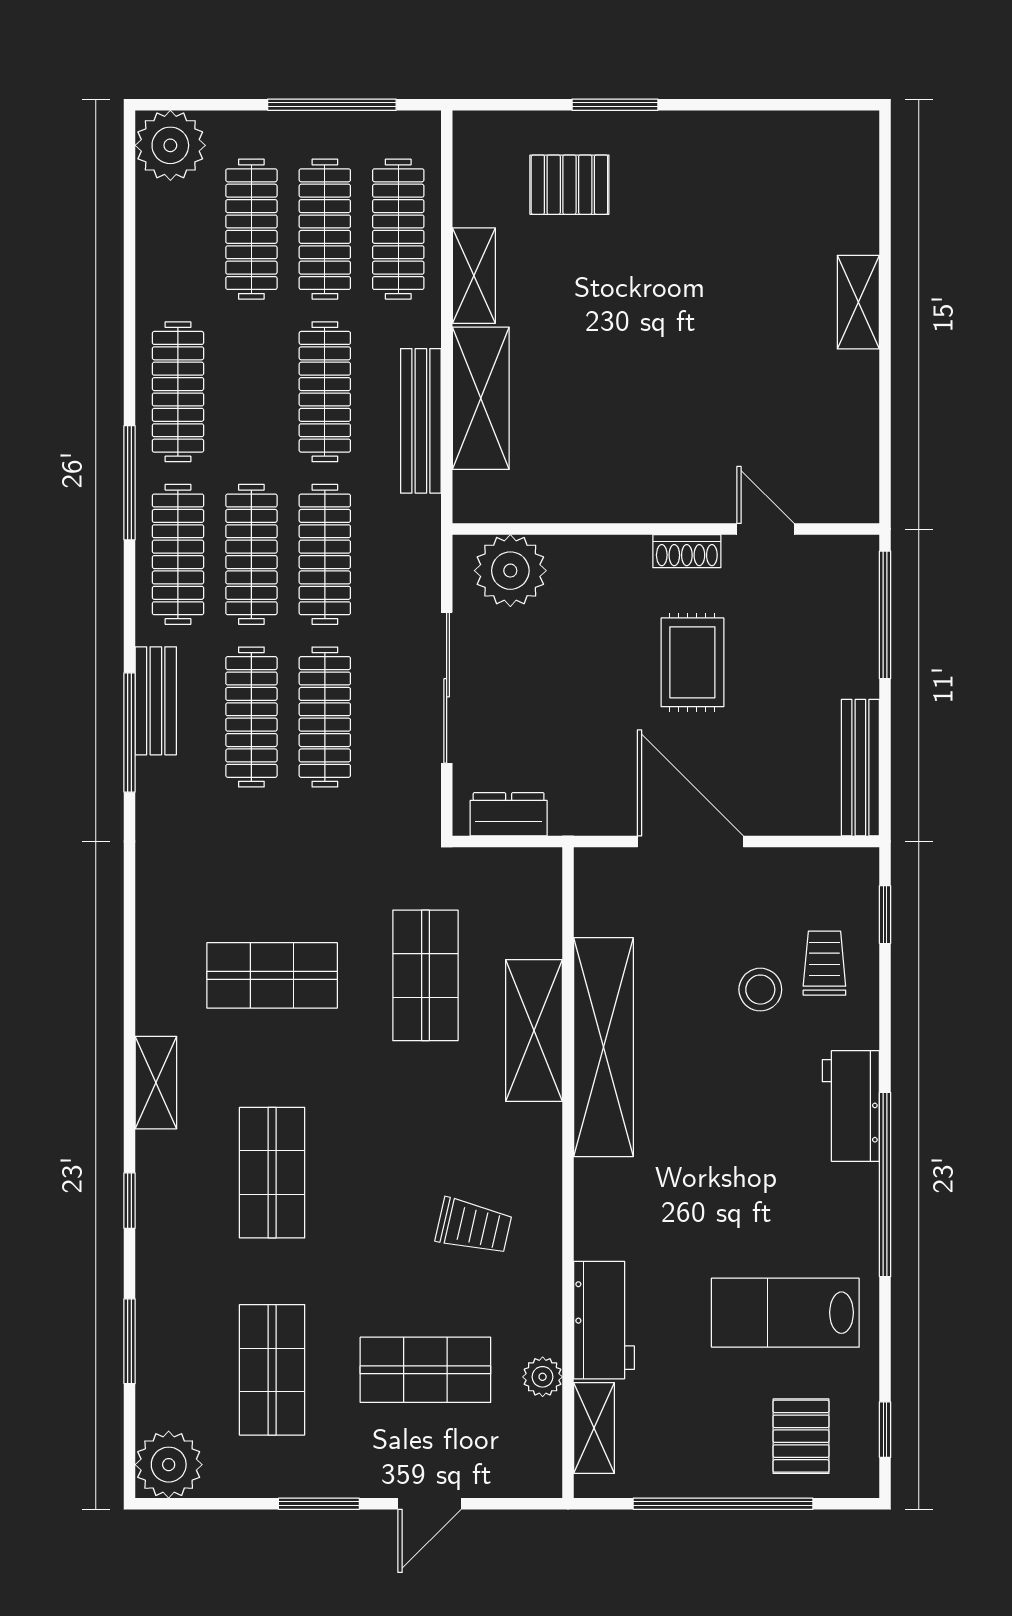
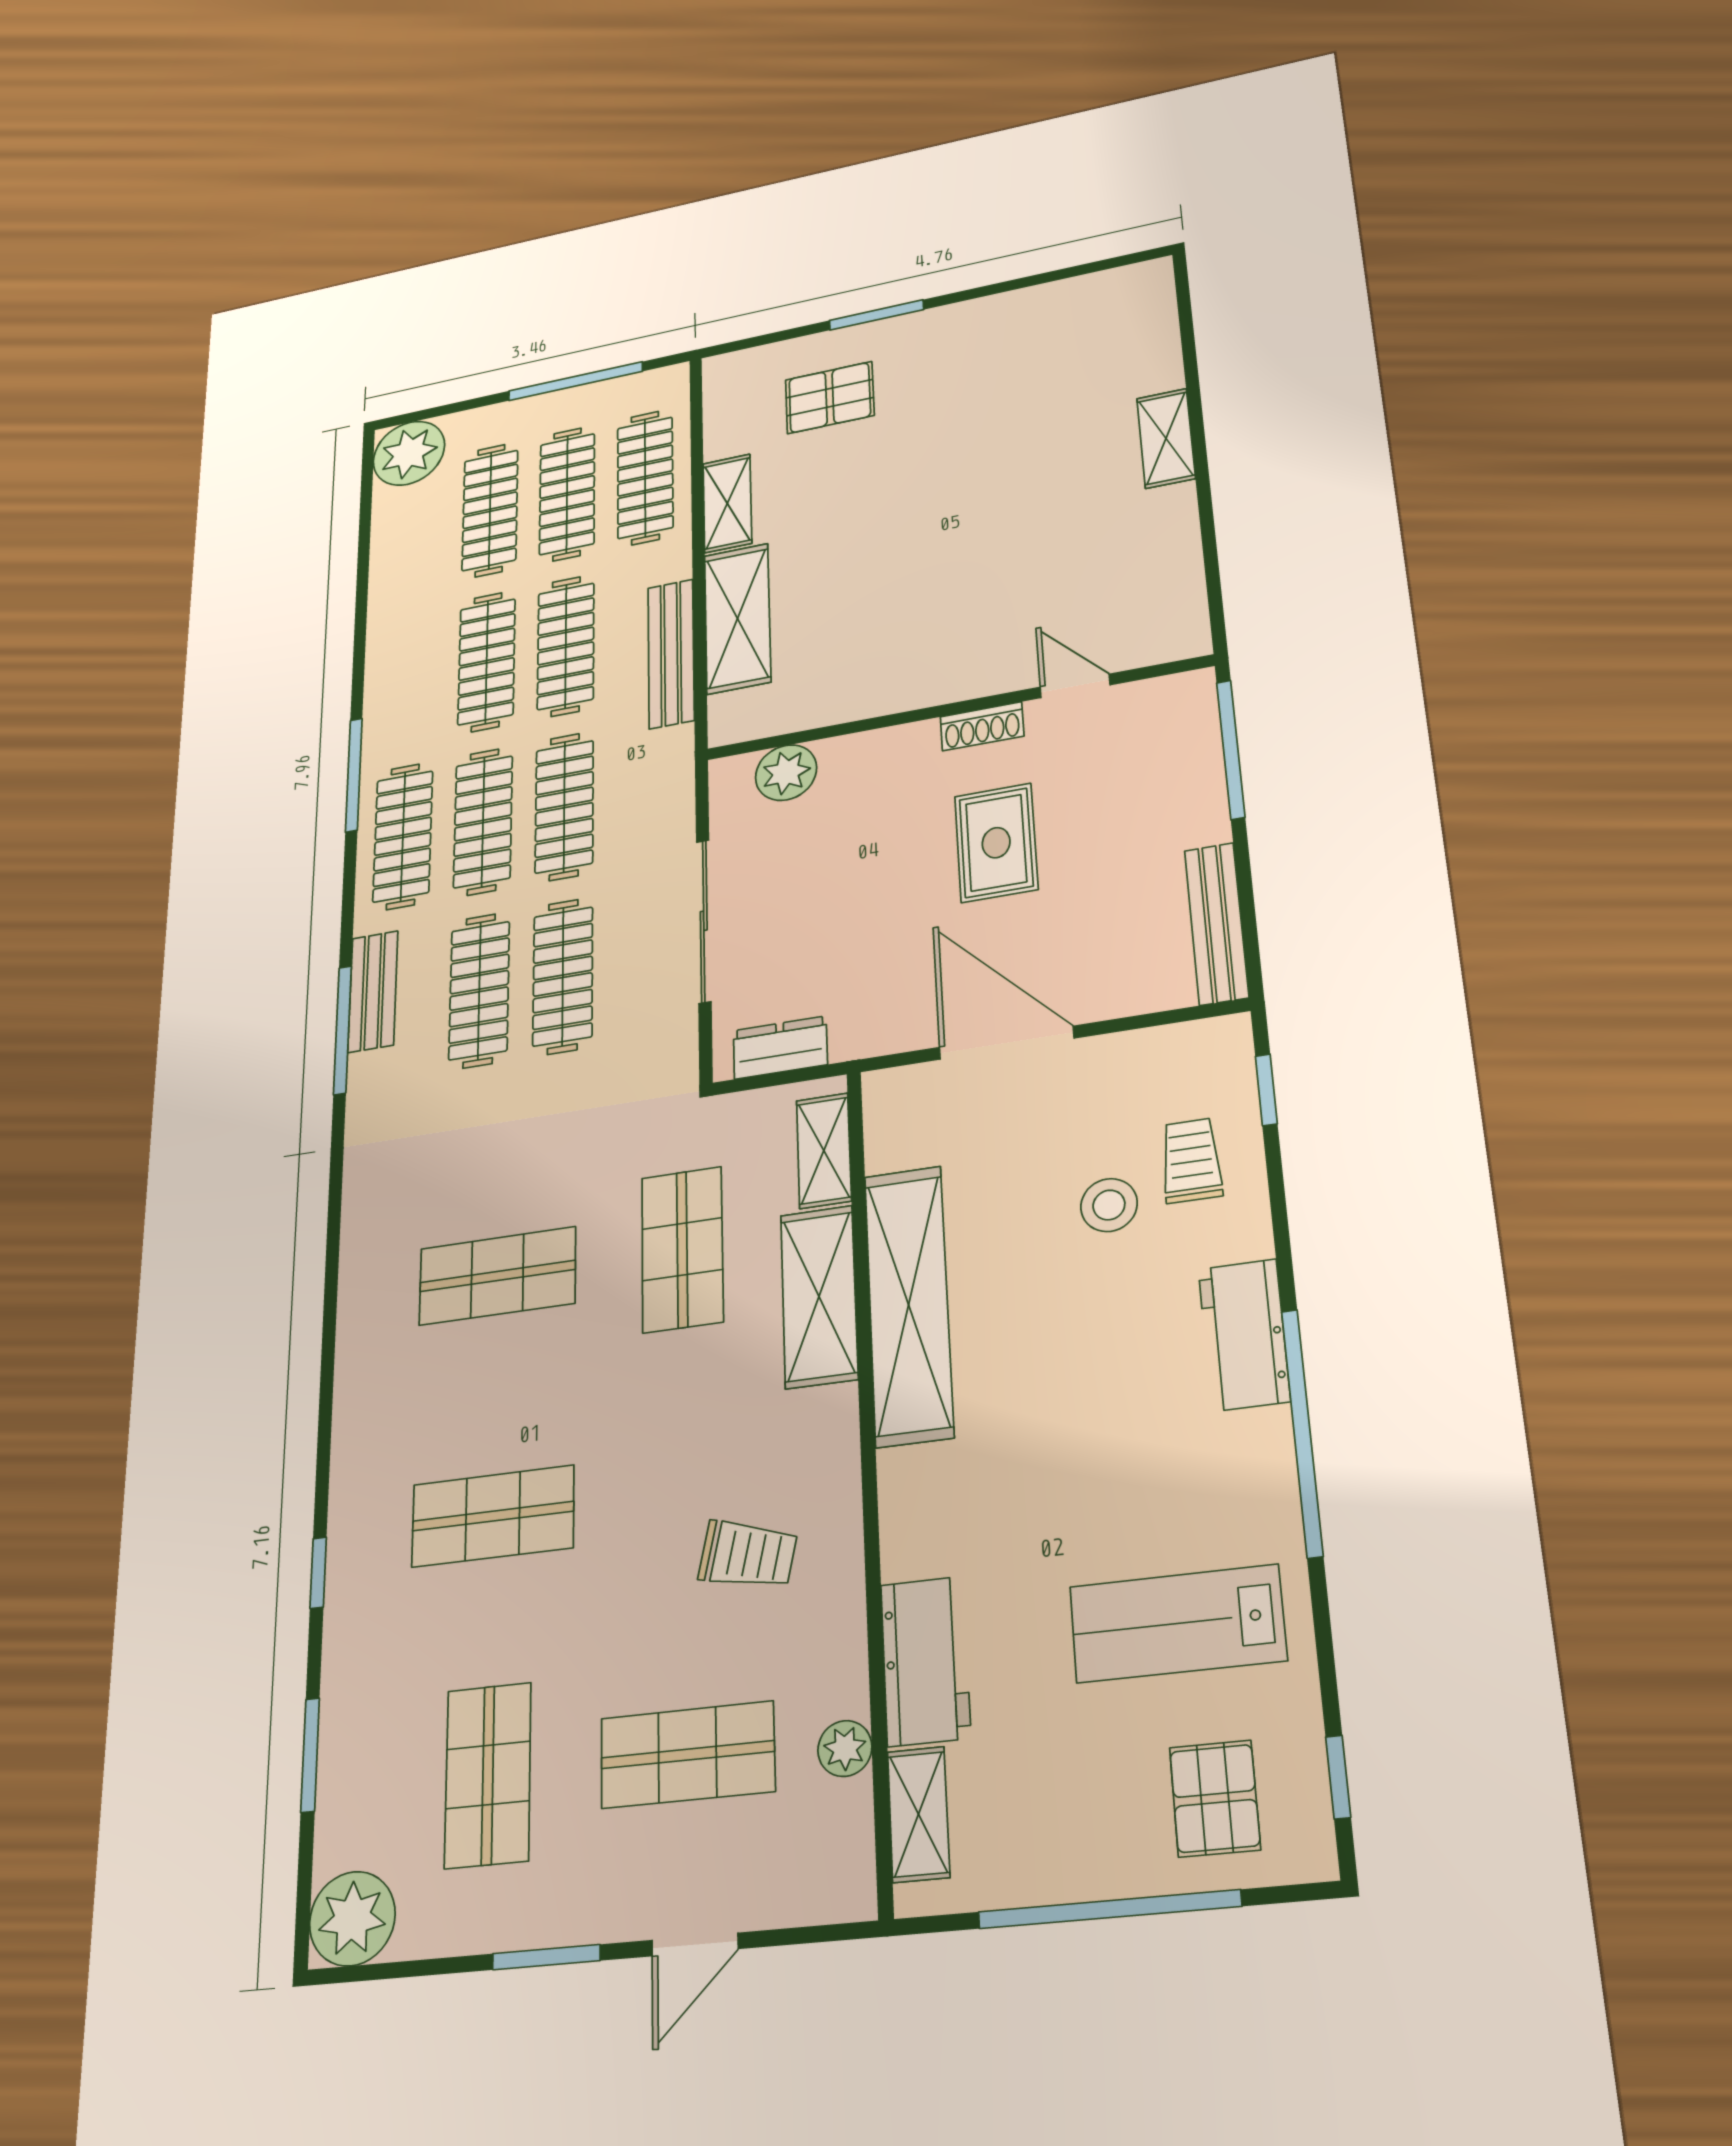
clothes rail: (178, 392) -> (487, 662), moved
plant: (510, 571) -> (786, 773), width x0.73, depth x0.73
shelving: (156, 1083) -> (824, 1151), moved
shop shelf: (272, 1173) -> (493, 1516), turned 90

